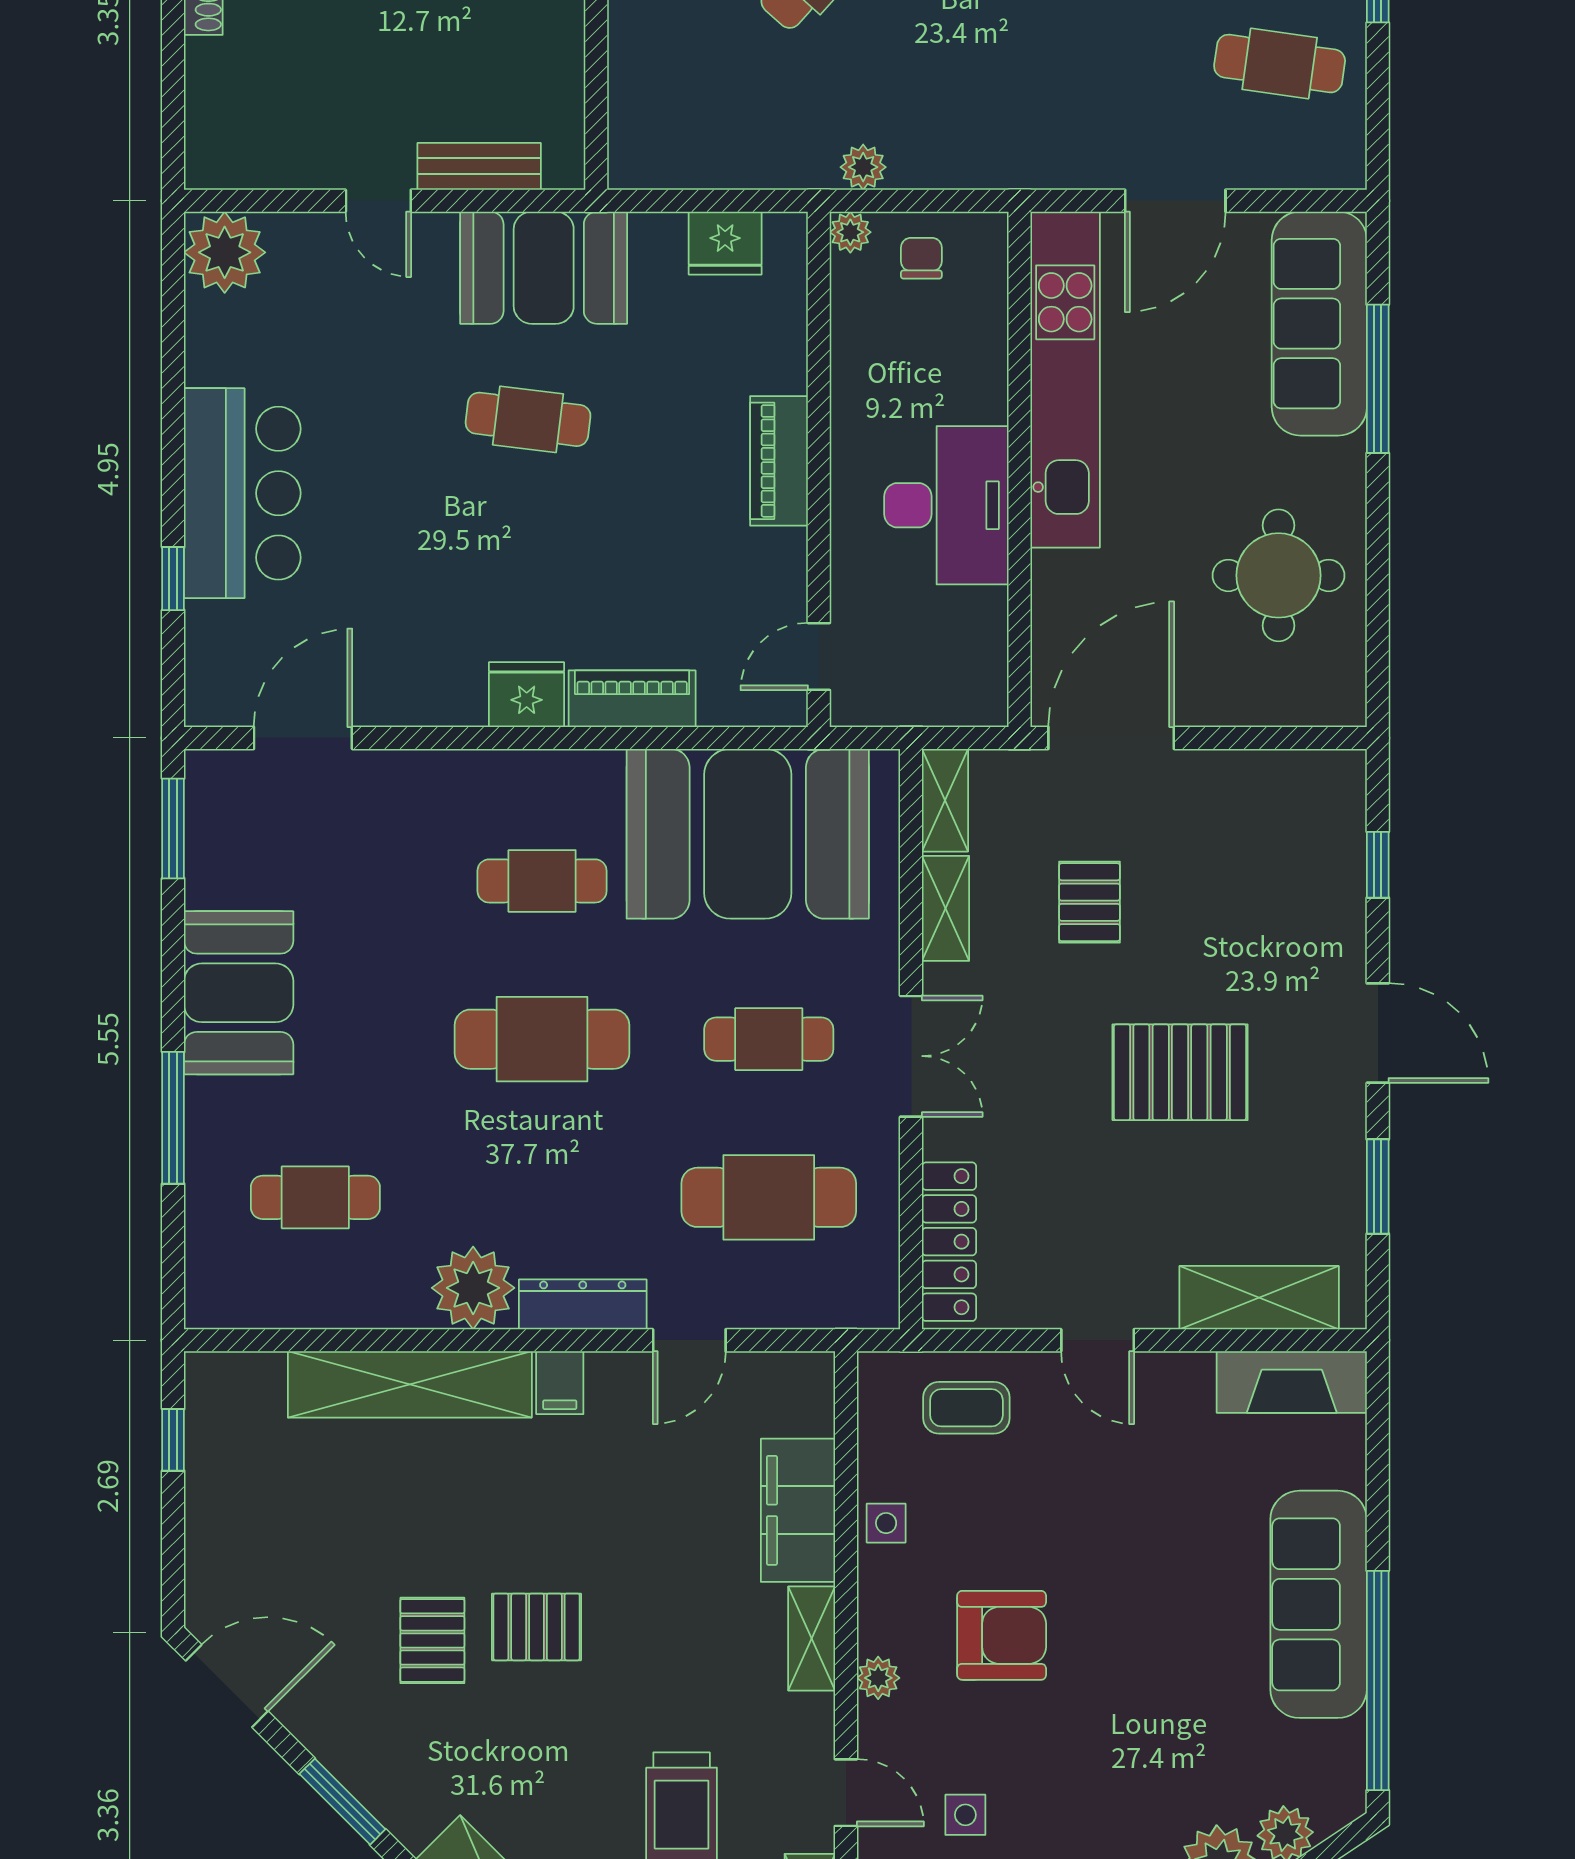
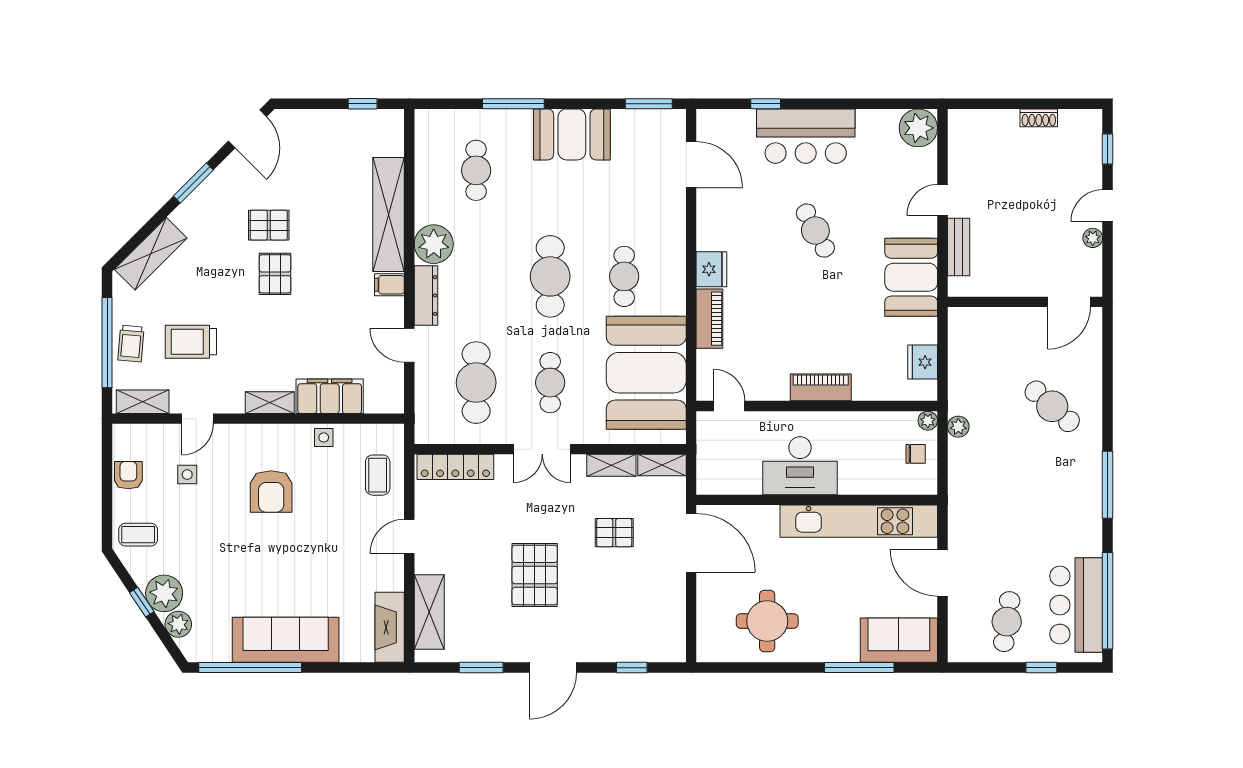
sofa: (1319, 324) -> (899, 640), width x0.73
cafe table: (528, 419) -> (815, 231), moved, turned -35
plant: (878, 1678) -> (251, 434), removed

